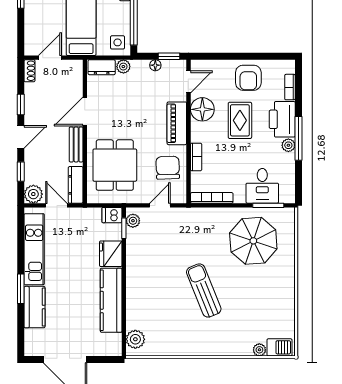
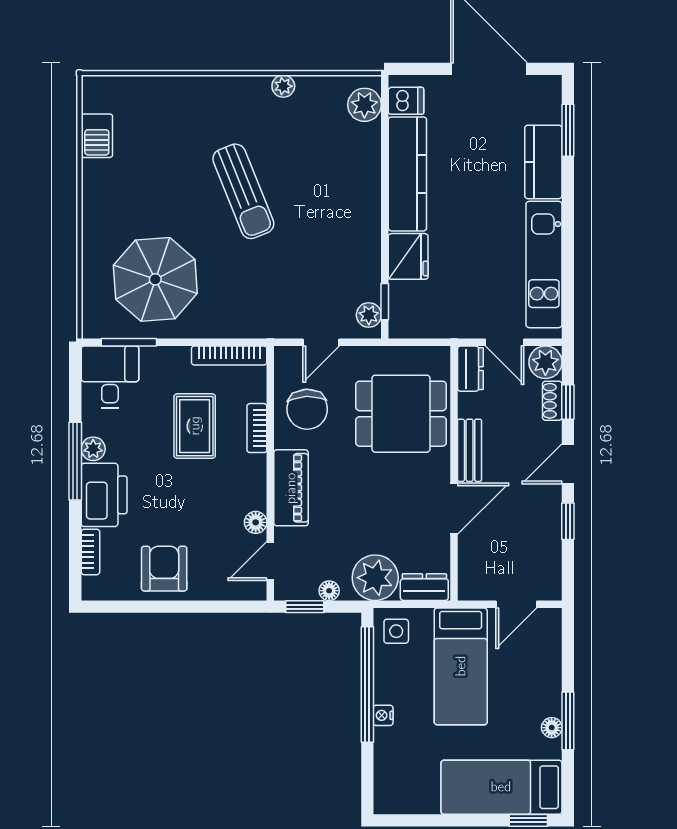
plant: (123, 67) -> (375, 578), width x1.87, depth x1.87
shoe rack: (29, 71) -> (552, 401), moved
floor lamp: (202, 109) -> (256, 522), width x0.53, depth x0.53
rug: (240, 120) -> (195, 426), moved
dining table: (115, 165) -> (401, 414), turned 90
dresser: (76, 185) -> (470, 369), width x0.70
desk: (262, 186) -> (110, 377), moved
dishwasher: (112, 215) -> (406, 101), moved
window: (21, 289) -> (568, 130), moved
barbecue: (280, 347) -> (97, 136), moved, turned -90
plant: (259, 350) -> (283, 86), moved

